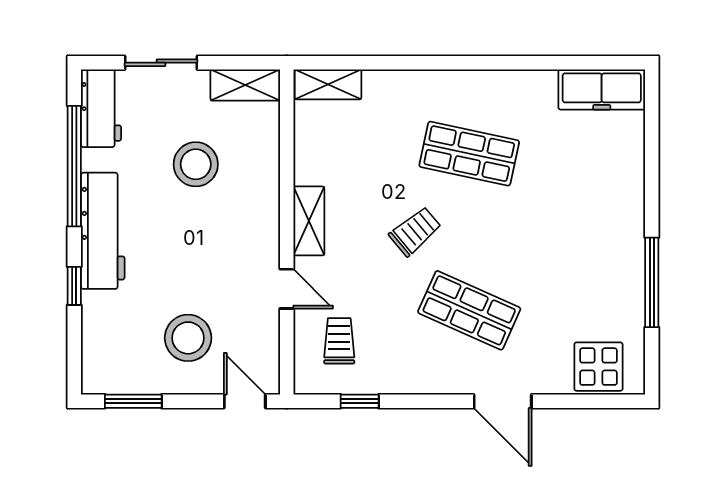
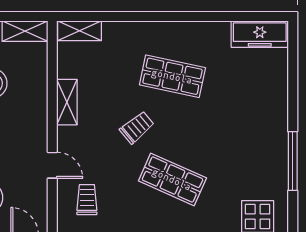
shelving: (309, 221) -> (67, 102), moved

